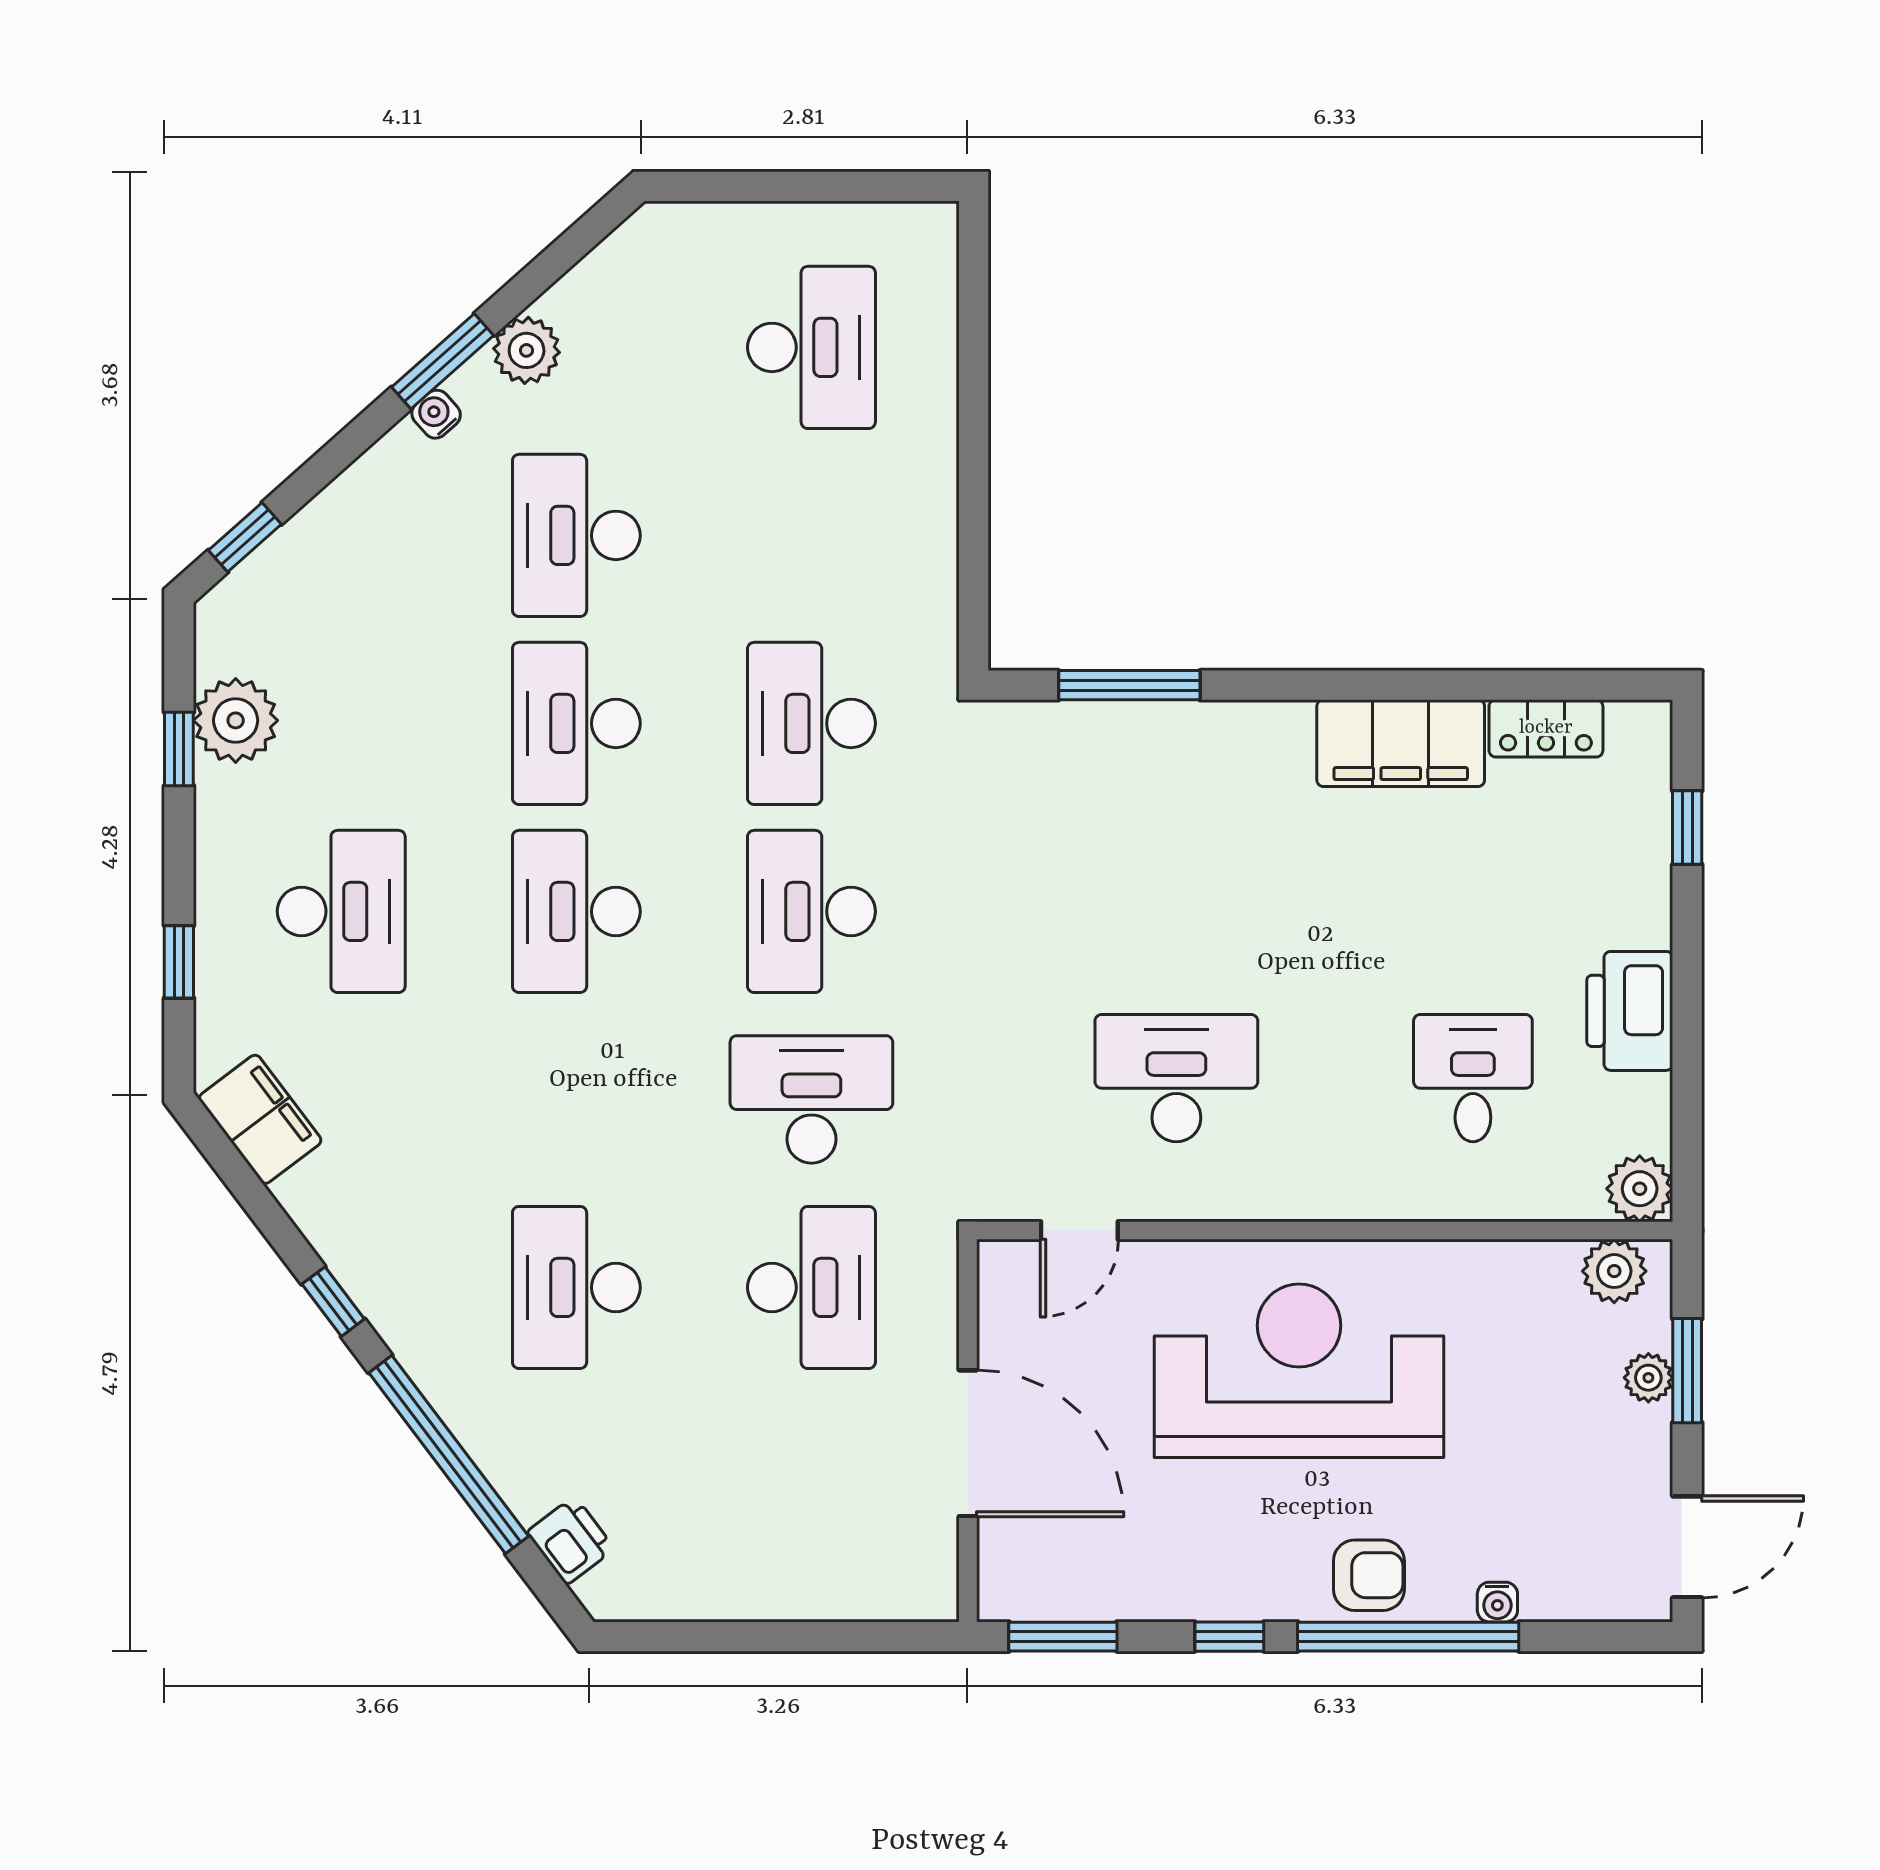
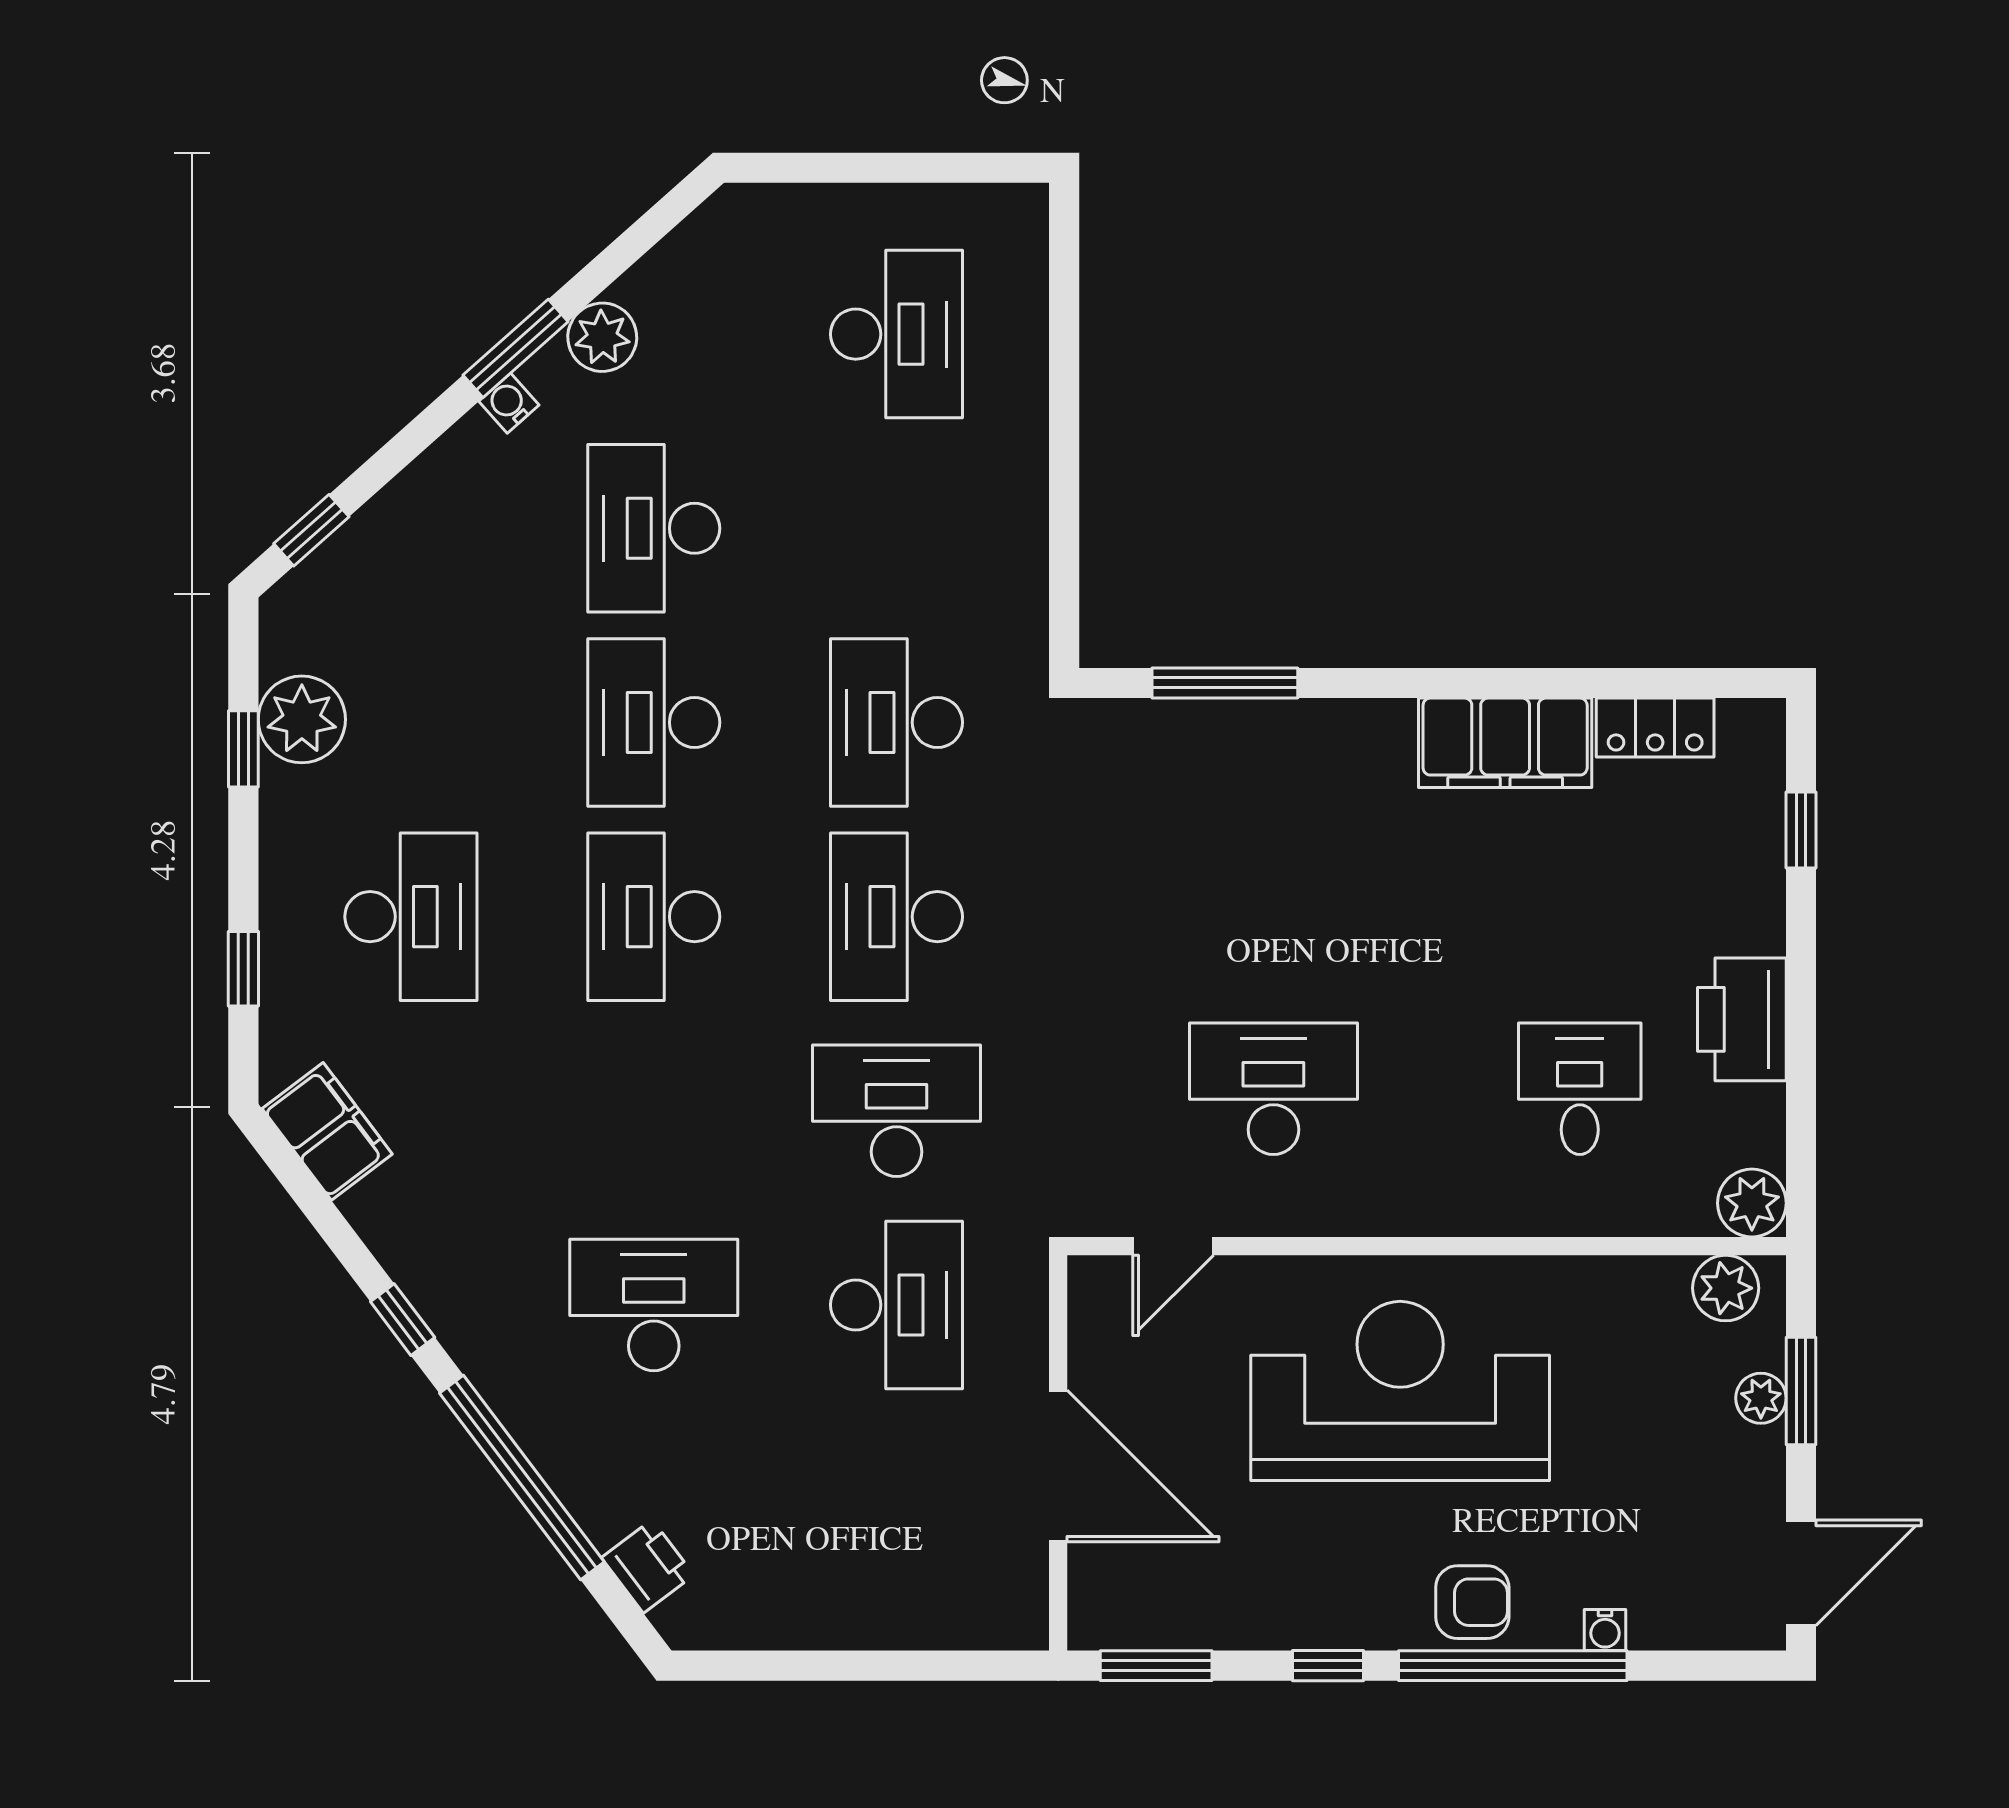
desk: (576, 1287) -> (654, 1305), turned 90

